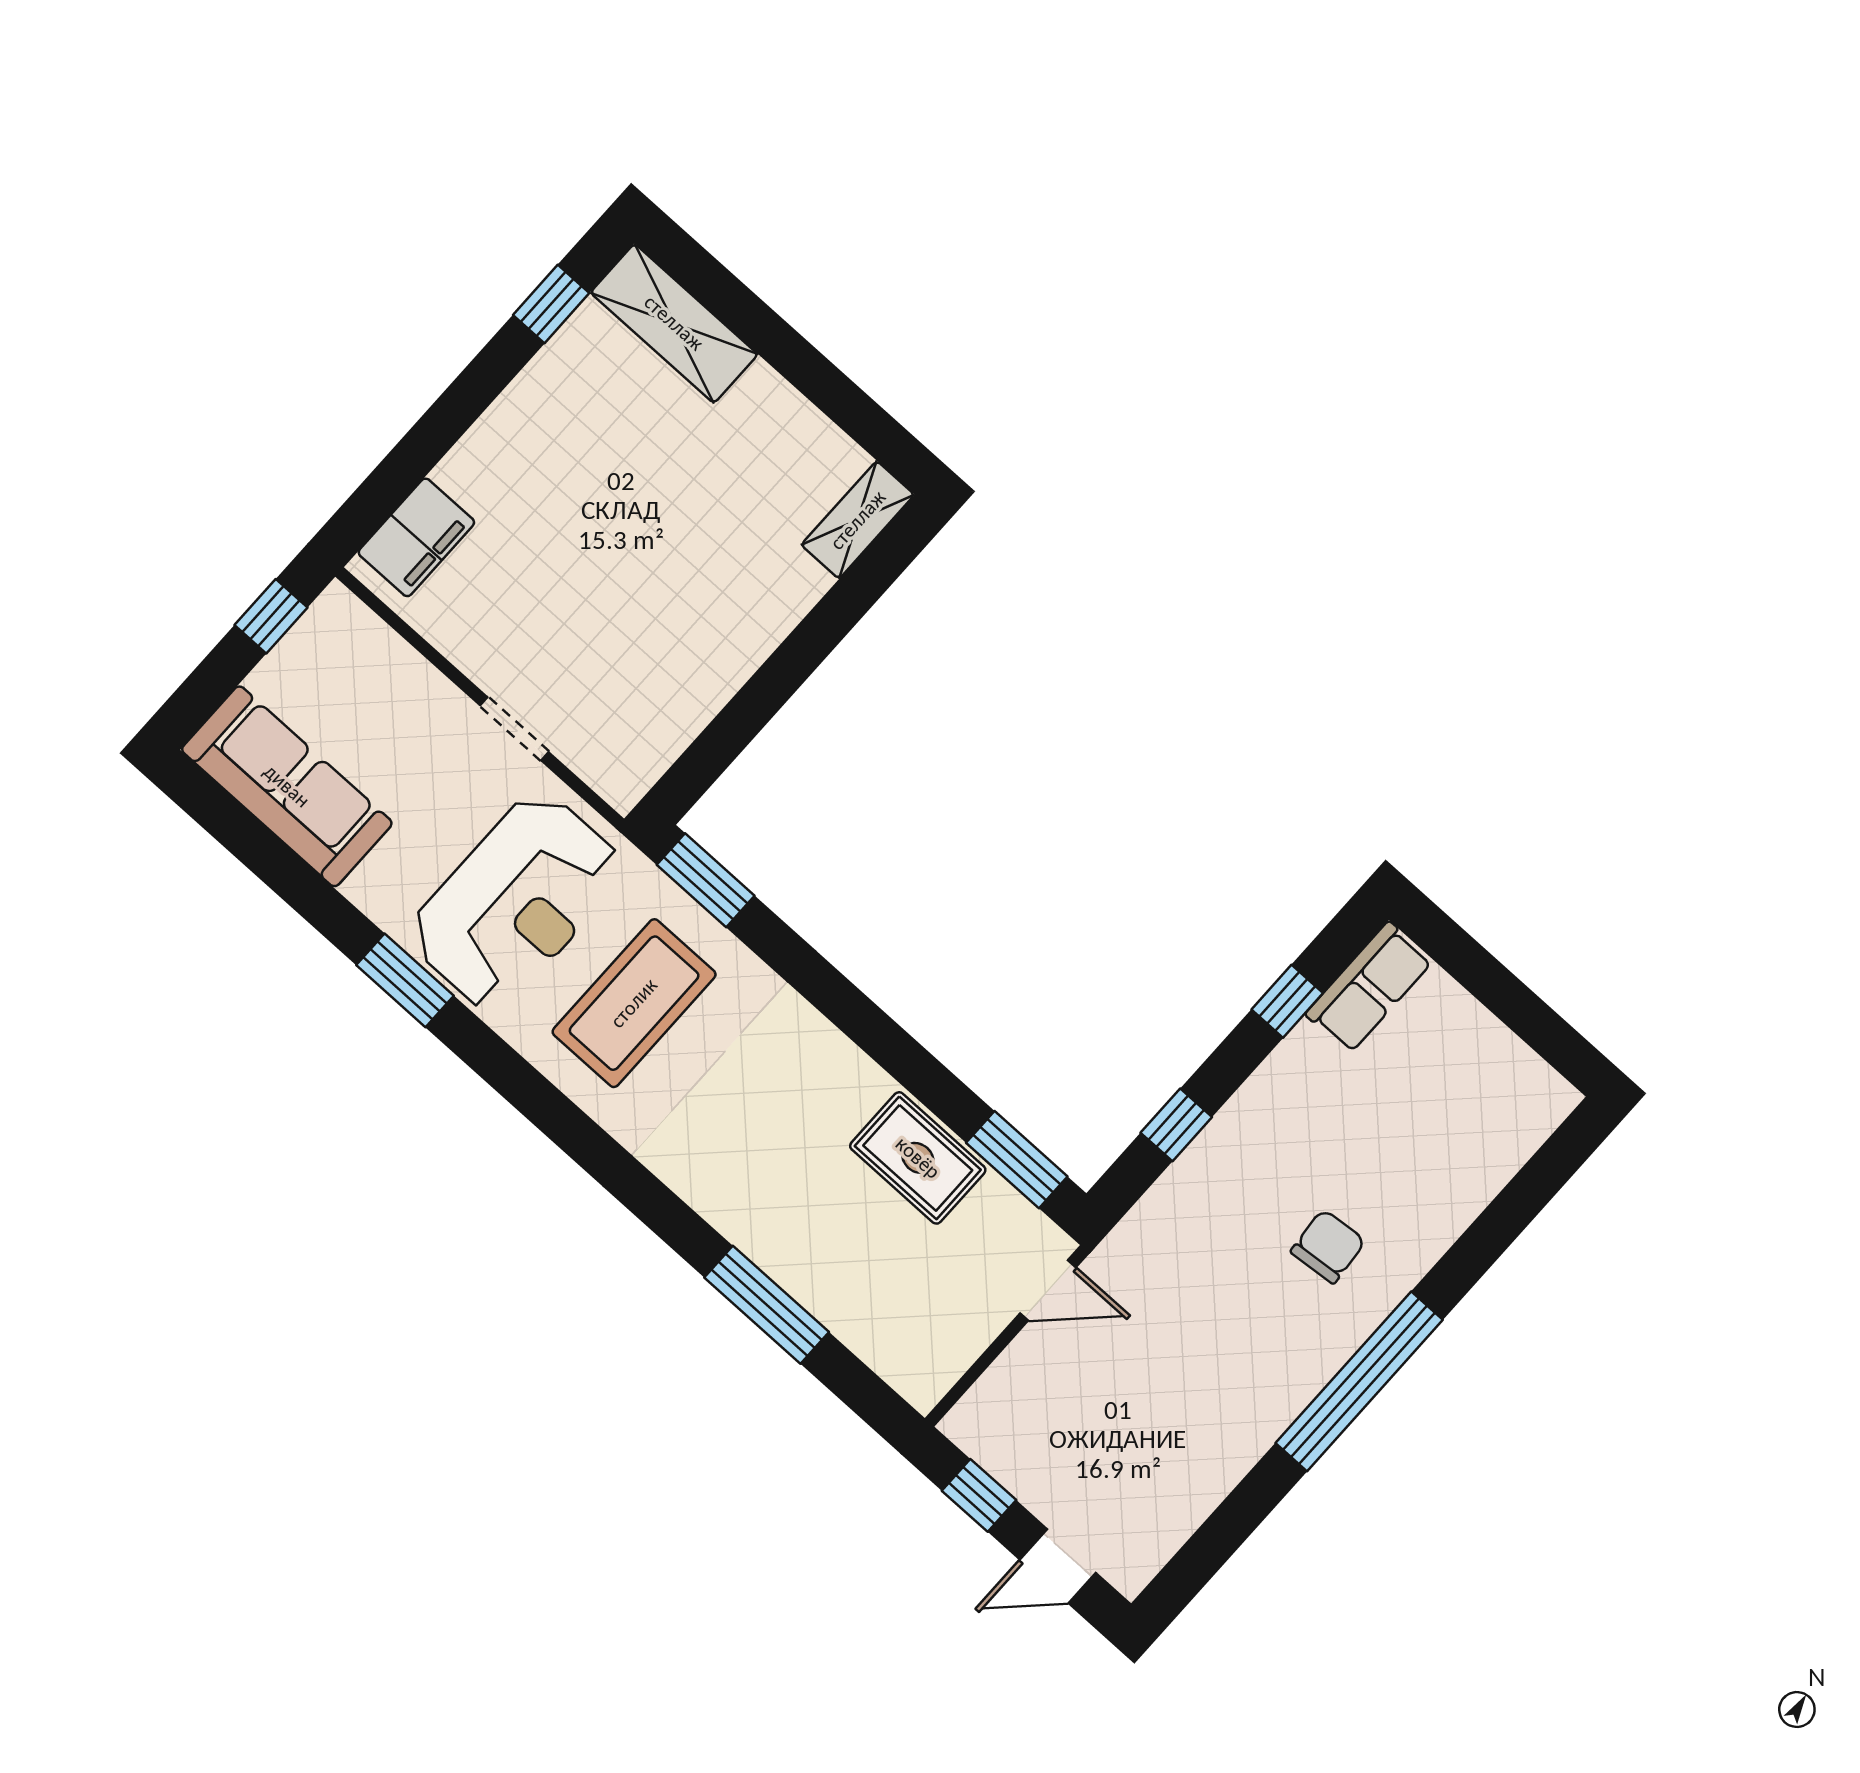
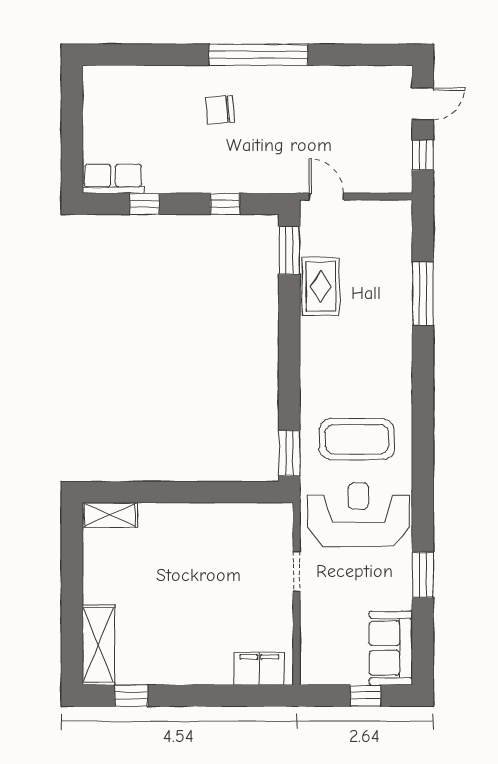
window: (271, 616) -> (366, 696), moved
sofa: (287, 786) -> (391, 648), width x0.73
window: (405, 980) -> (423, 575), moved
door: (1058, 1566) -> (423, 104), hinge flipped

